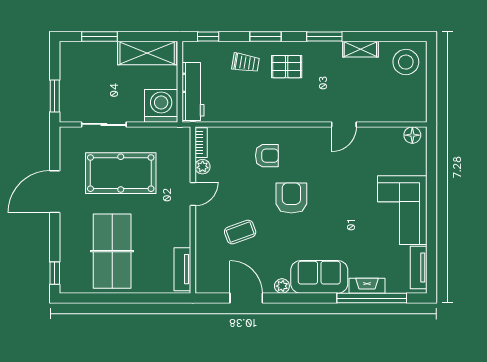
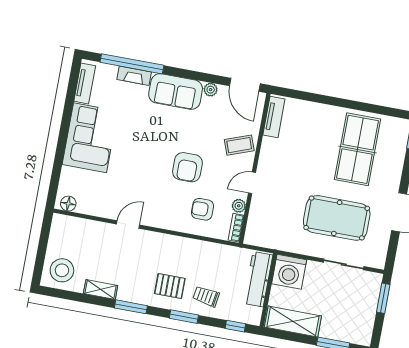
bookcase: (201, 143) -> (236, 228), moved
plant: (203, 167) -> (239, 206), moved
door: (193, 194) -> (252, 183), moved
wall: (193, 210) -> (255, 168), moved
tv unit: (182, 269) -> (274, 117), moved

